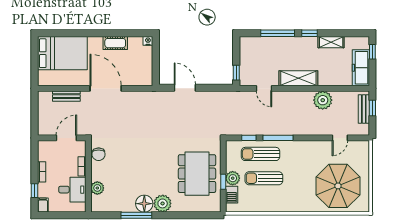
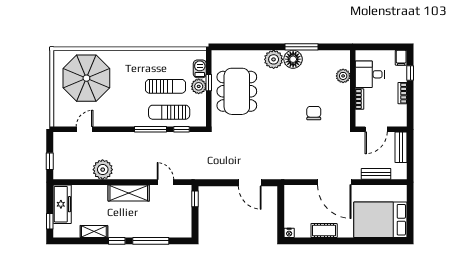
bench: (364, 109) -> (401, 147), moved
chair: (99, 154) -> (314, 113), moved
sun lounger: (260, 154) -> (169, 112), turned 180

